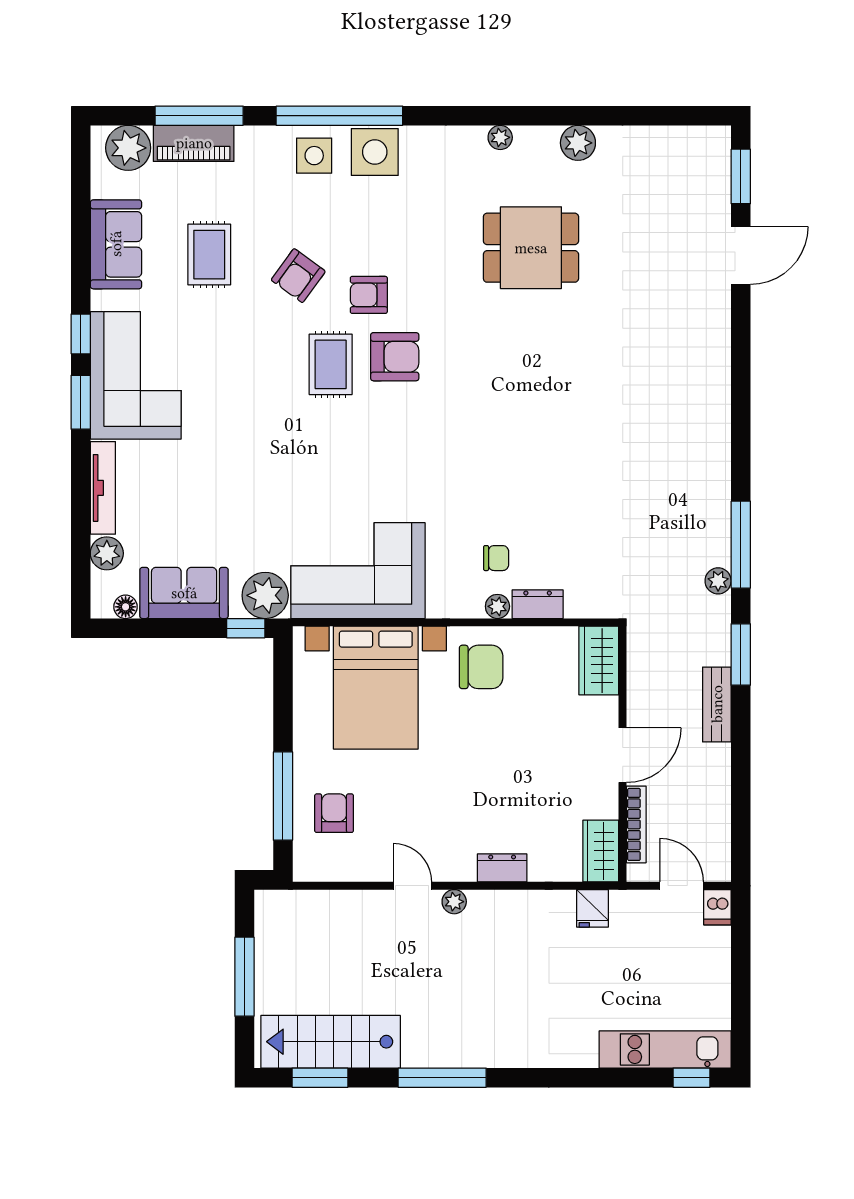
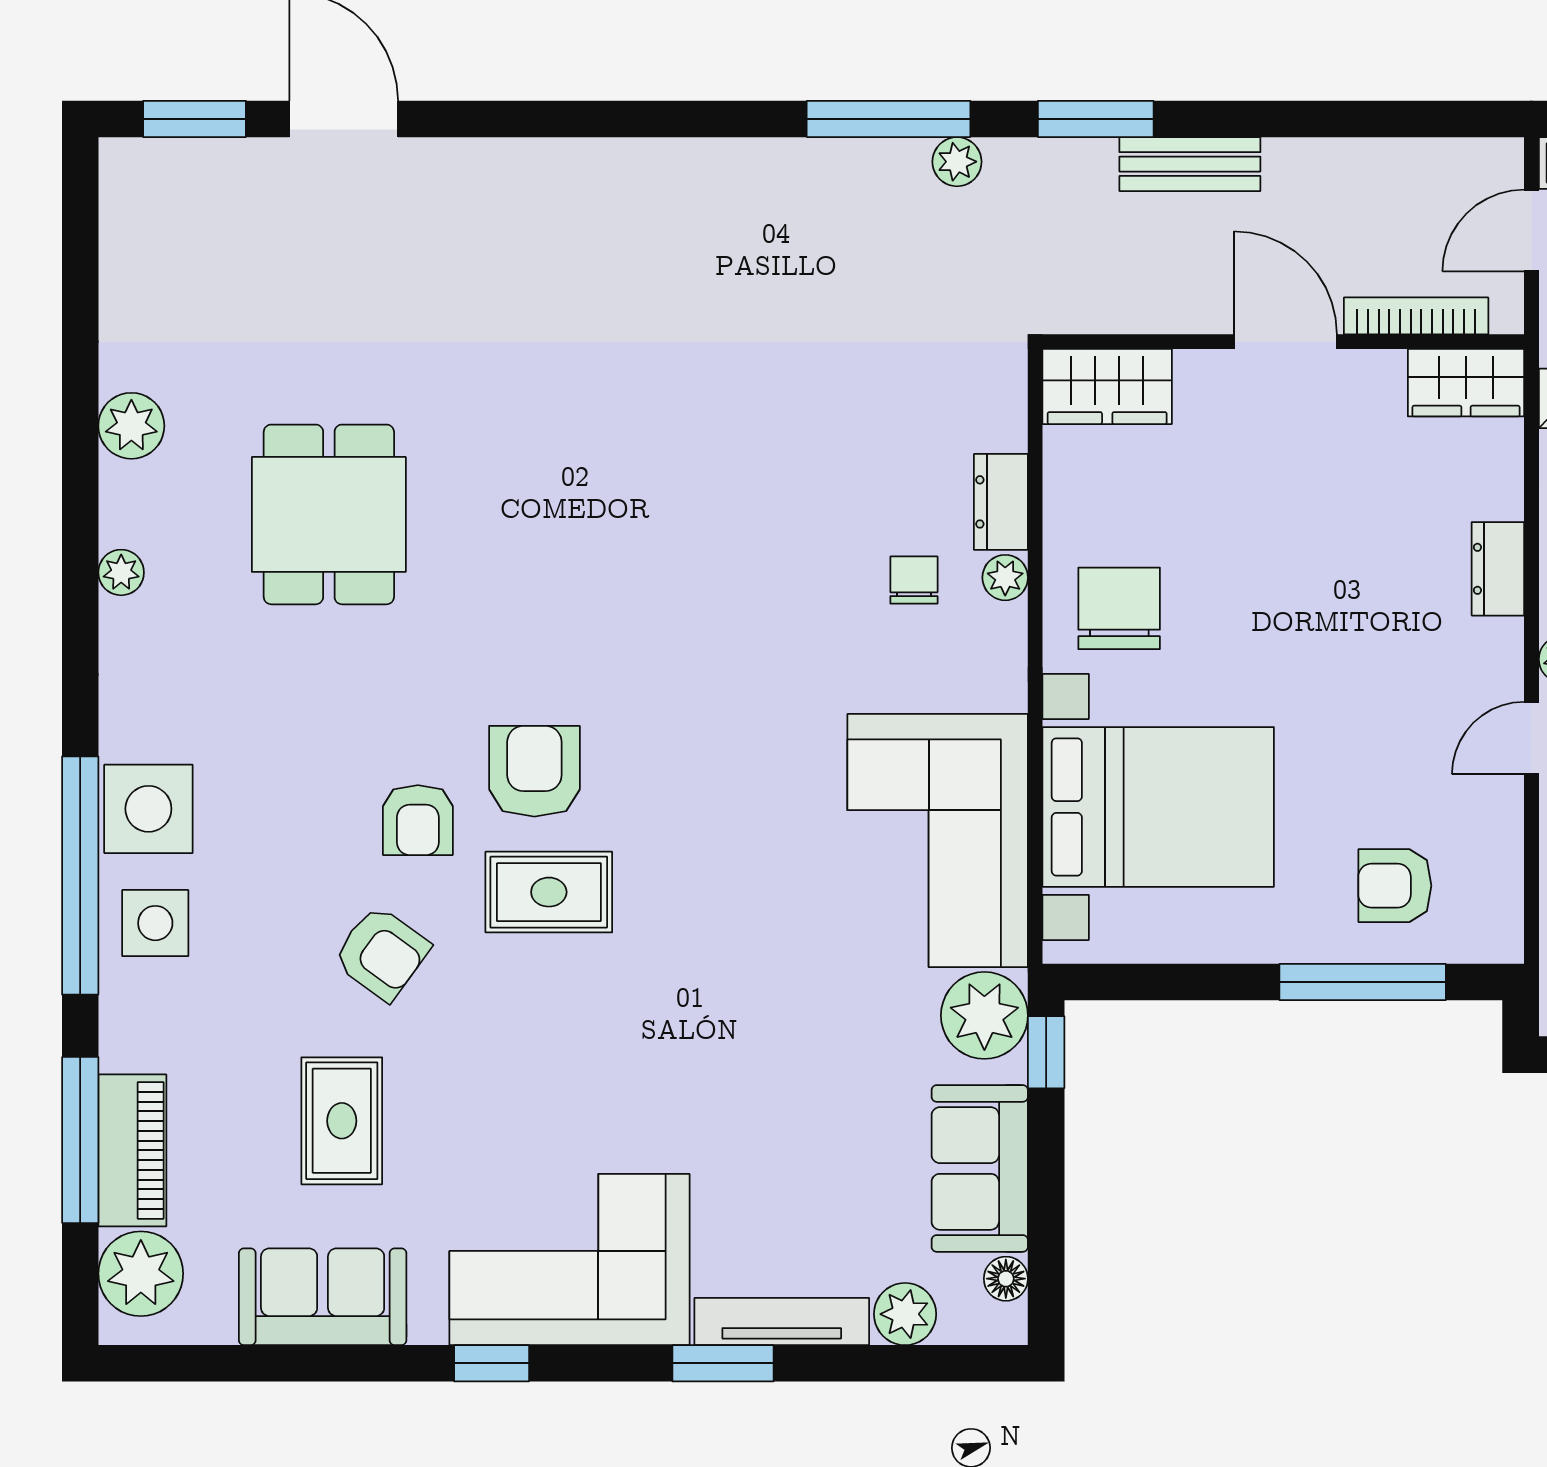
rug: (209, 255) -> (342, 1121), turned 90
window: (81, 402) -> (723, 1363), moved

